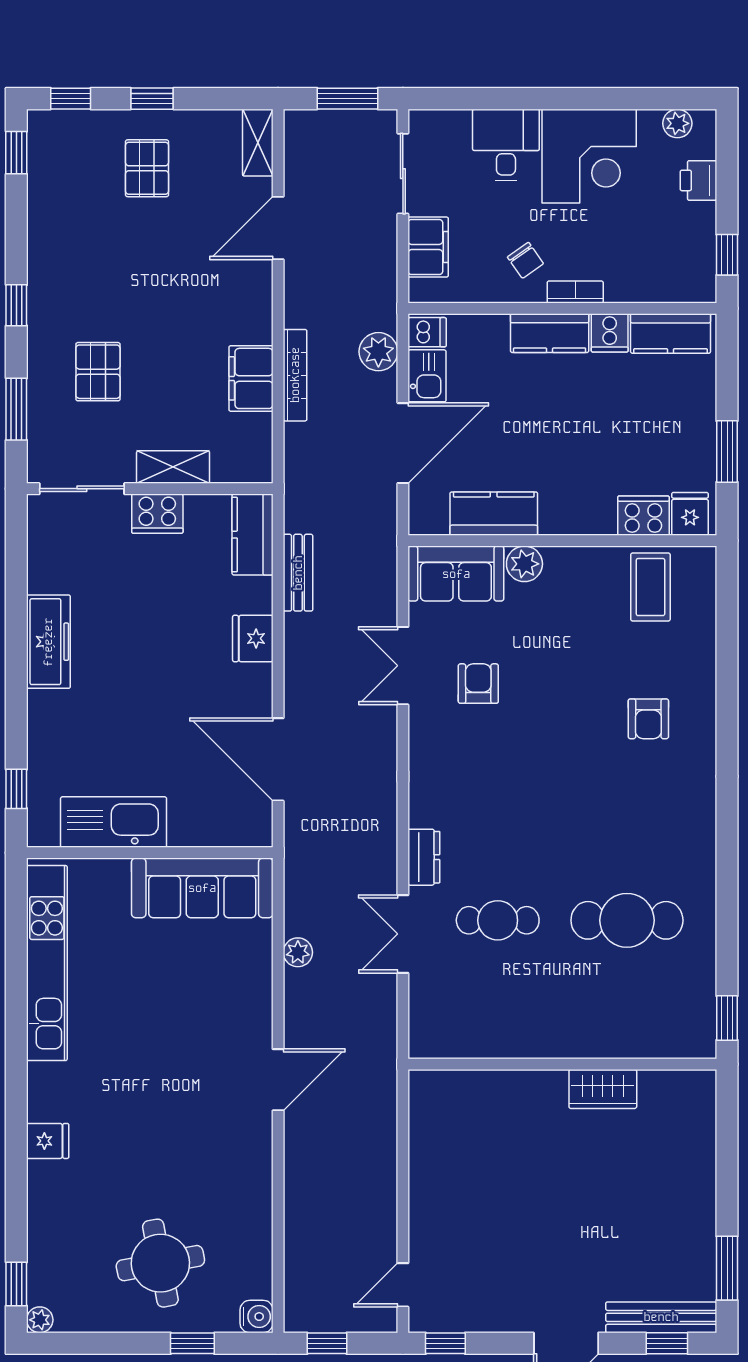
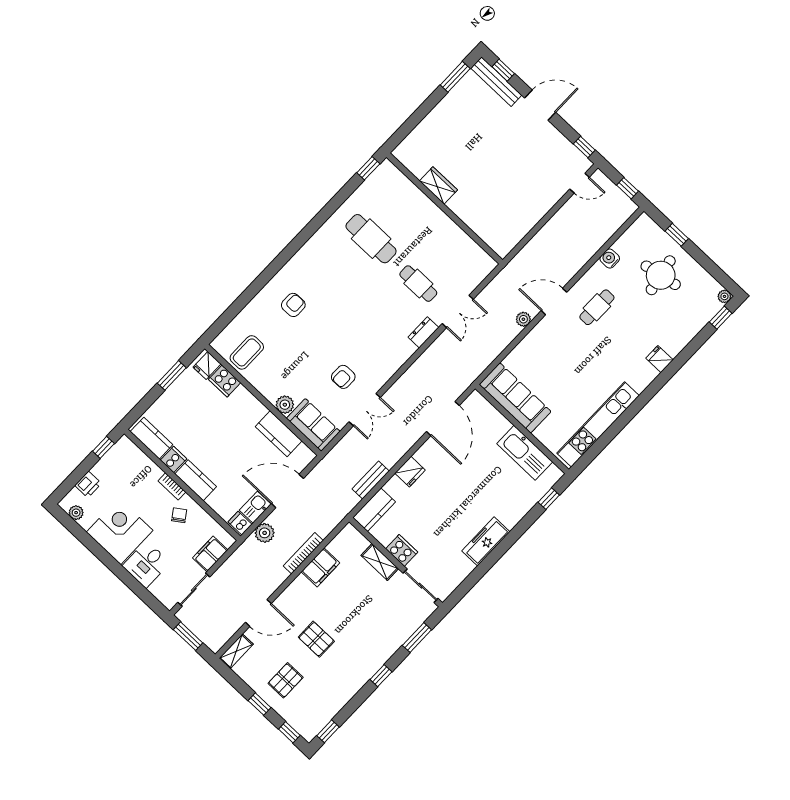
pallet: (98, 372) -> (316, 639), moved, turned 90
plant: (298, 952) -> (523, 319), moved
cafe table: (208, 1130) -> (597, 307), added
water cooler: (257, 1317) -> (610, 259), moved

